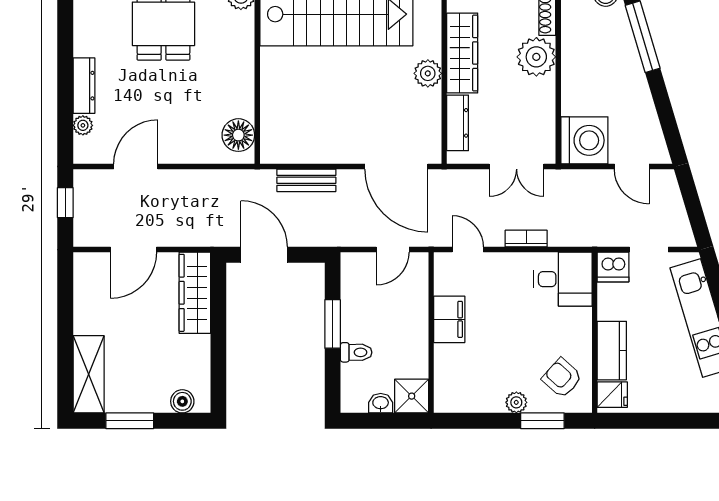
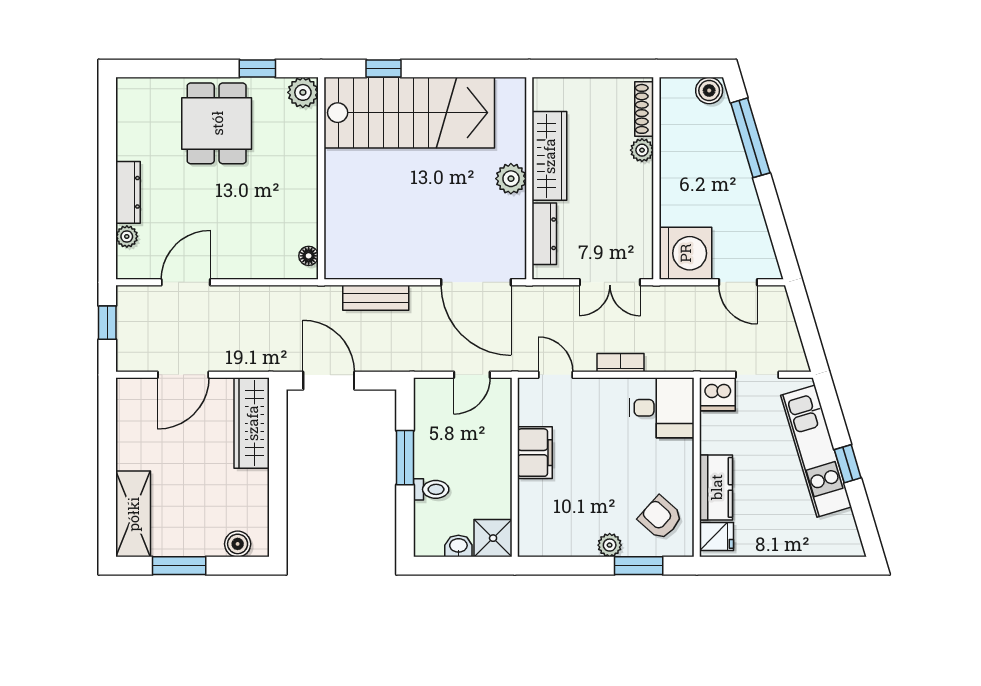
plant: (536, 57) -> (642, 150), width x0.53, depth x0.53
floor lamp: (238, 135) -> (309, 256), width x0.53, depth x0.53

